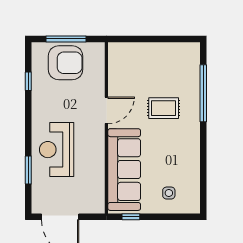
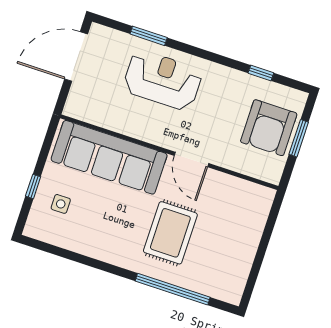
window: (66, 39) -> (299, 138), width x0.69
rug: (164, 108) -> (170, 233), width x1.36, depth x1.43
window: (131, 217) -> (33, 186), moved

